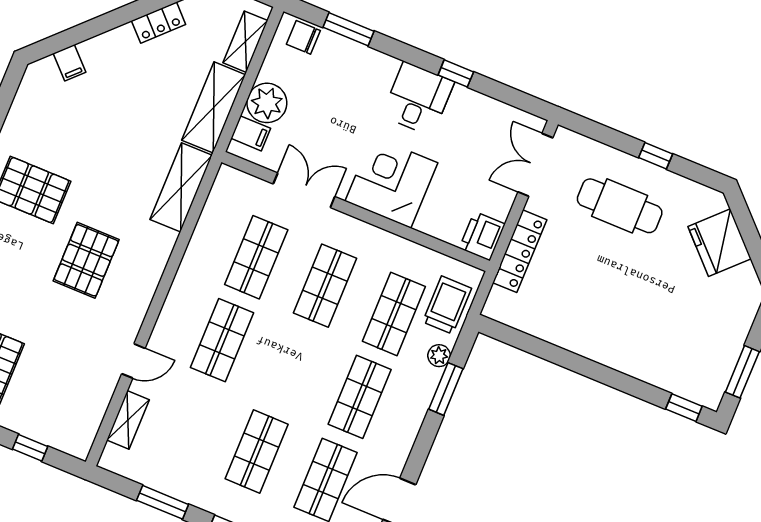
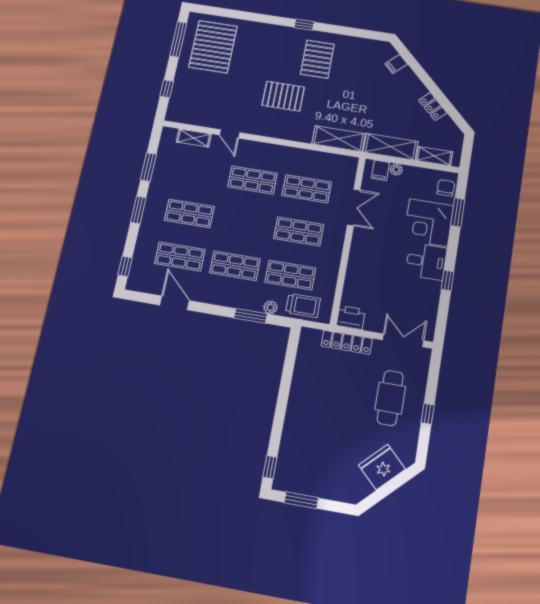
plant: (267, 103) -> (396, 170), width x0.53, depth x0.53
corner desk: (391, 182) -> (428, 223), moved, turned 180

